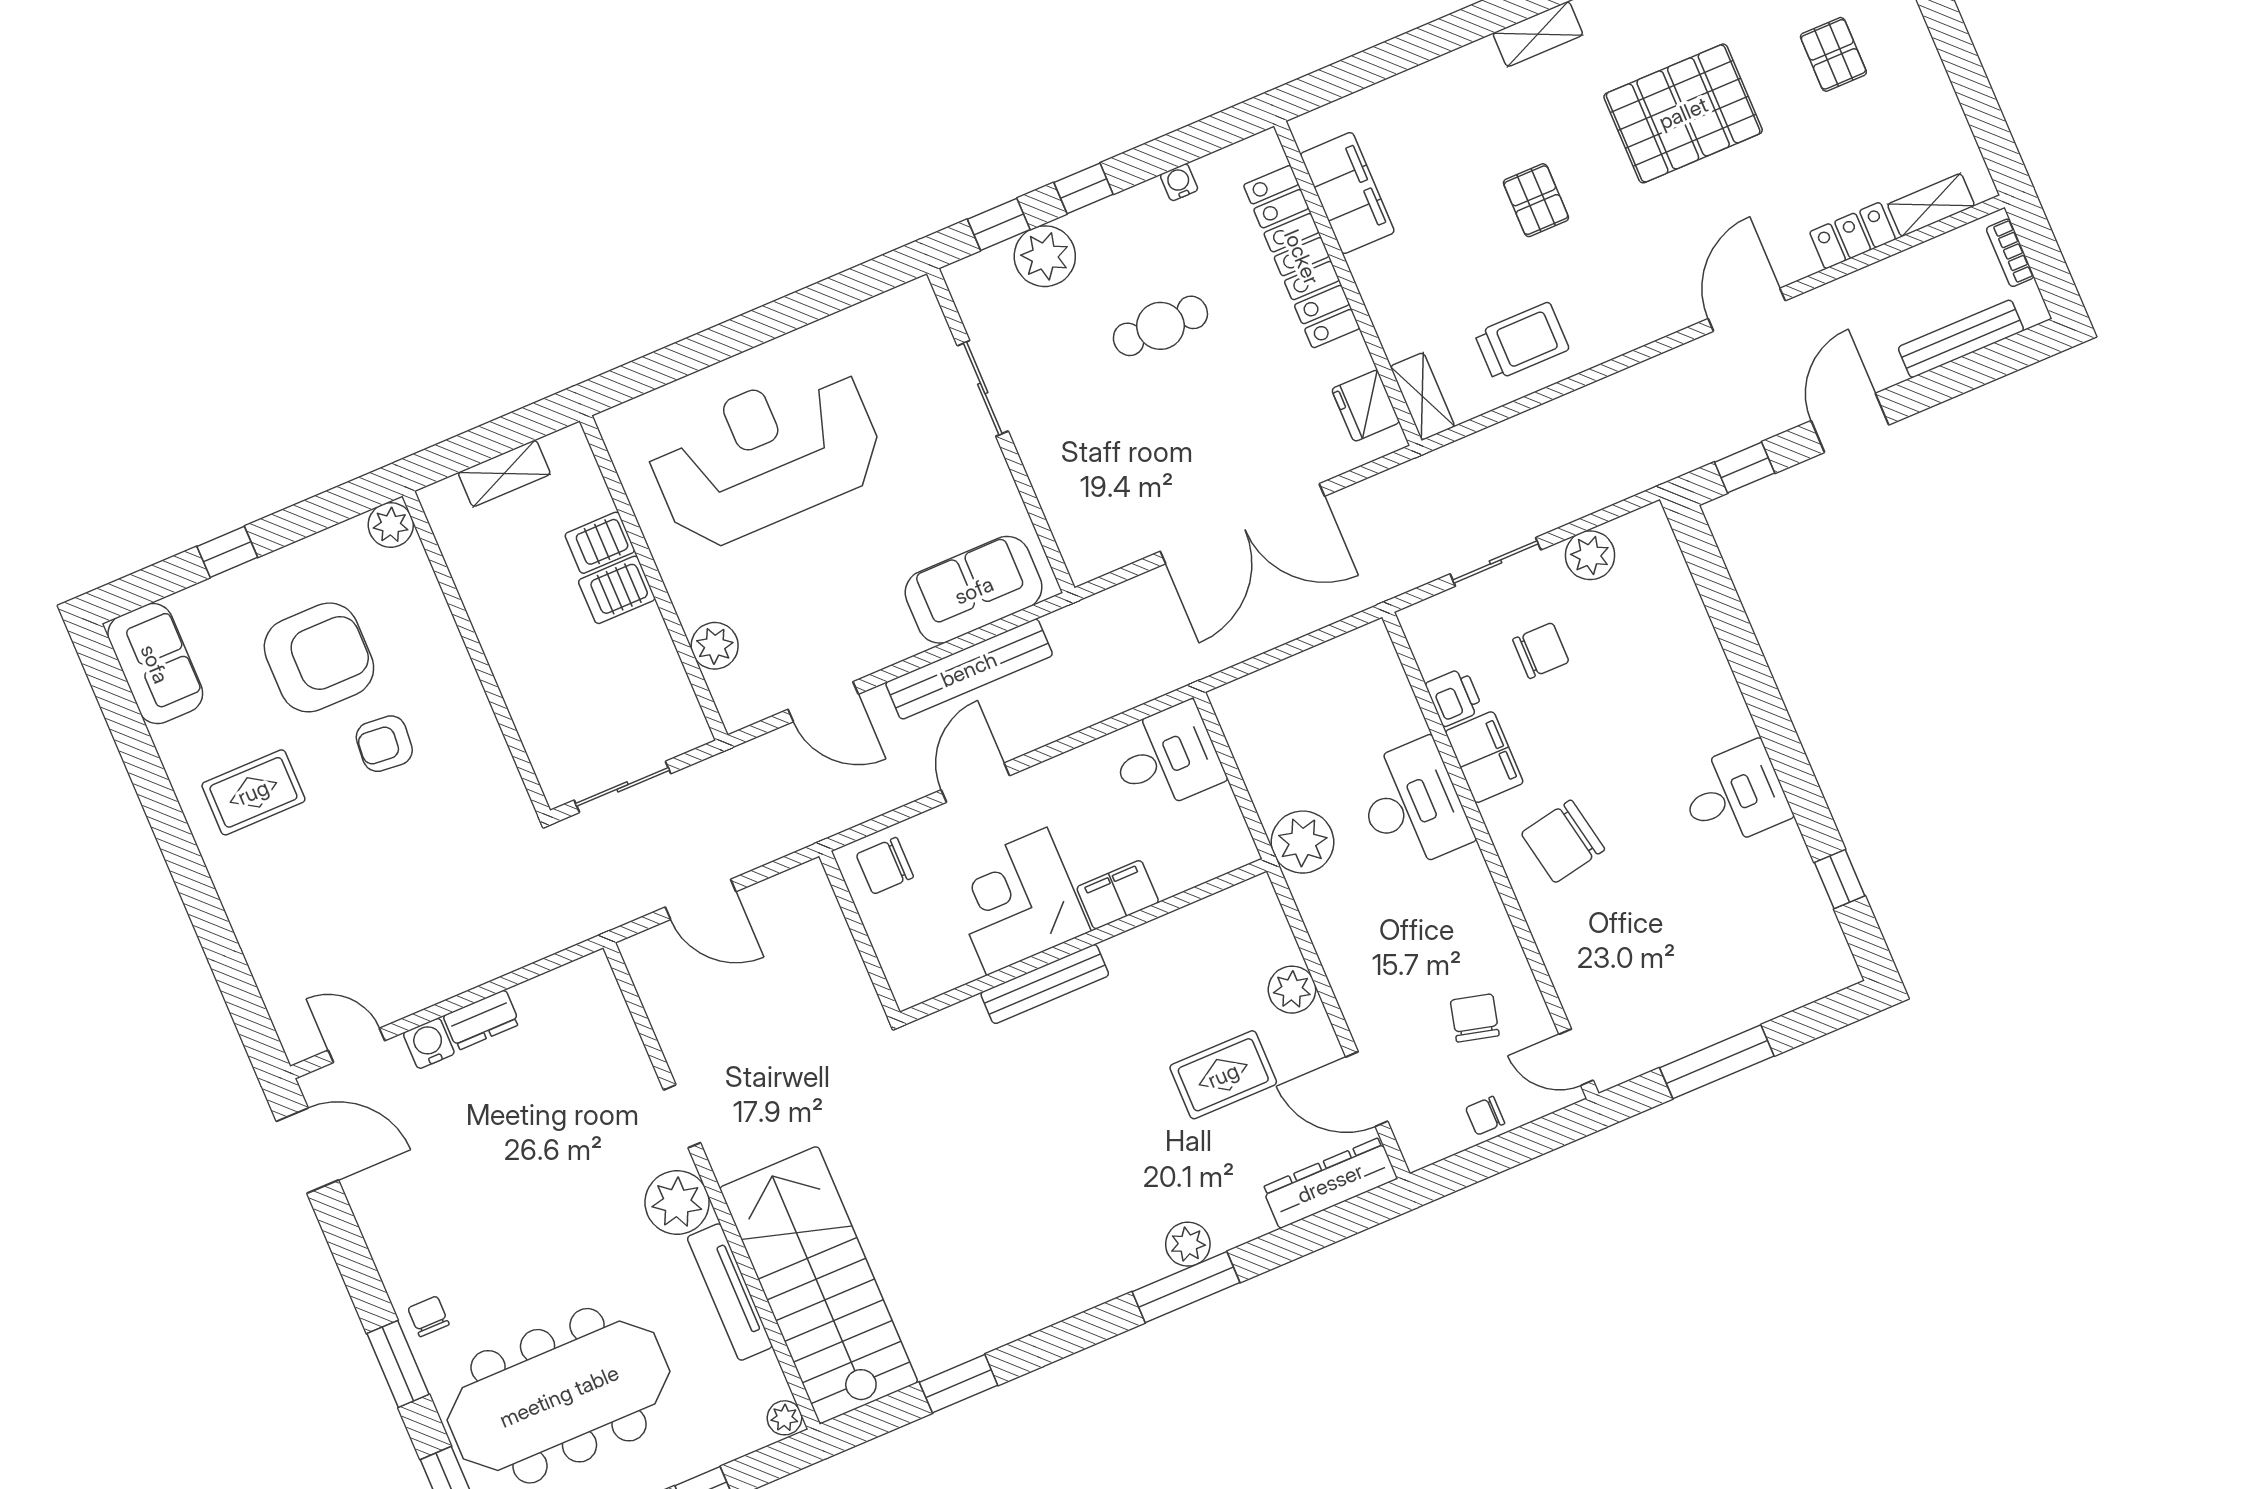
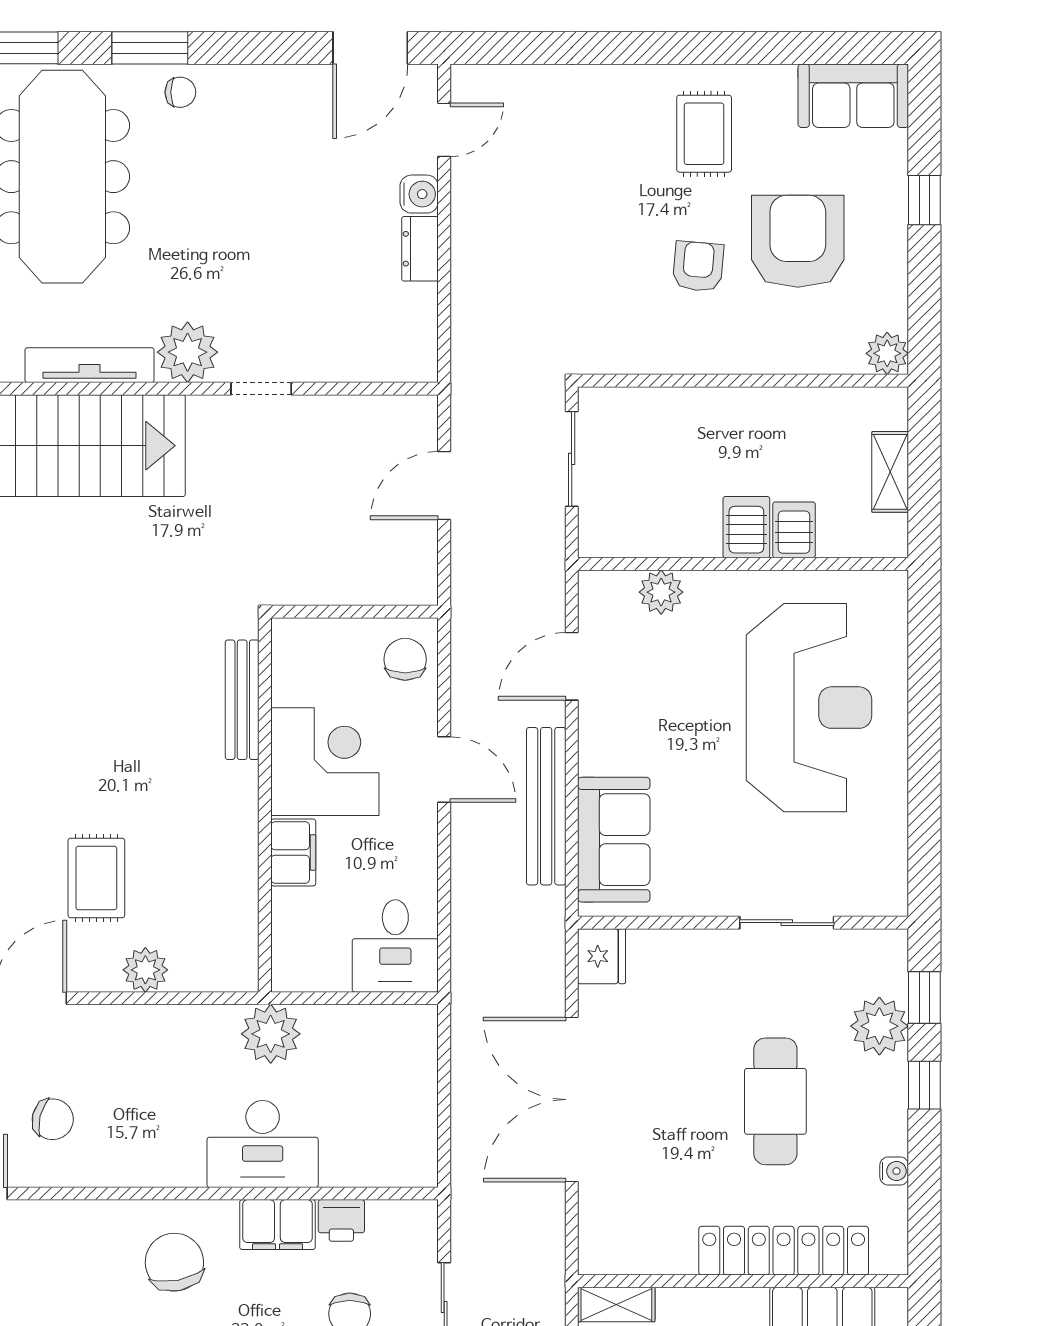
cafe table: (1160, 326) -> (775, 1101), width x1.37, depth x1.35
fridge: (1366, 406) -> (602, 956), moved, turned 90
armchair: (319, 657) -> (798, 241), turned 180
bench: (1045, 984) -> (242, 700), moved

